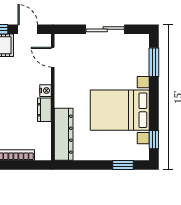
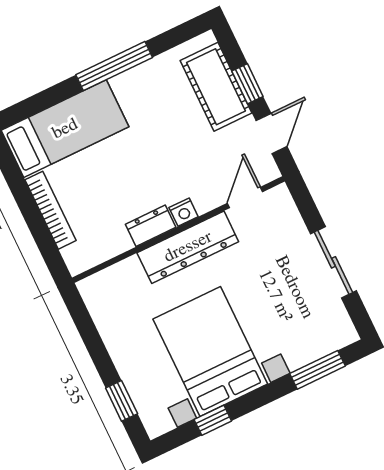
dresser: (64, 134) -> (188, 247), moved
window: (154, 140) -> (213, 420), moved

